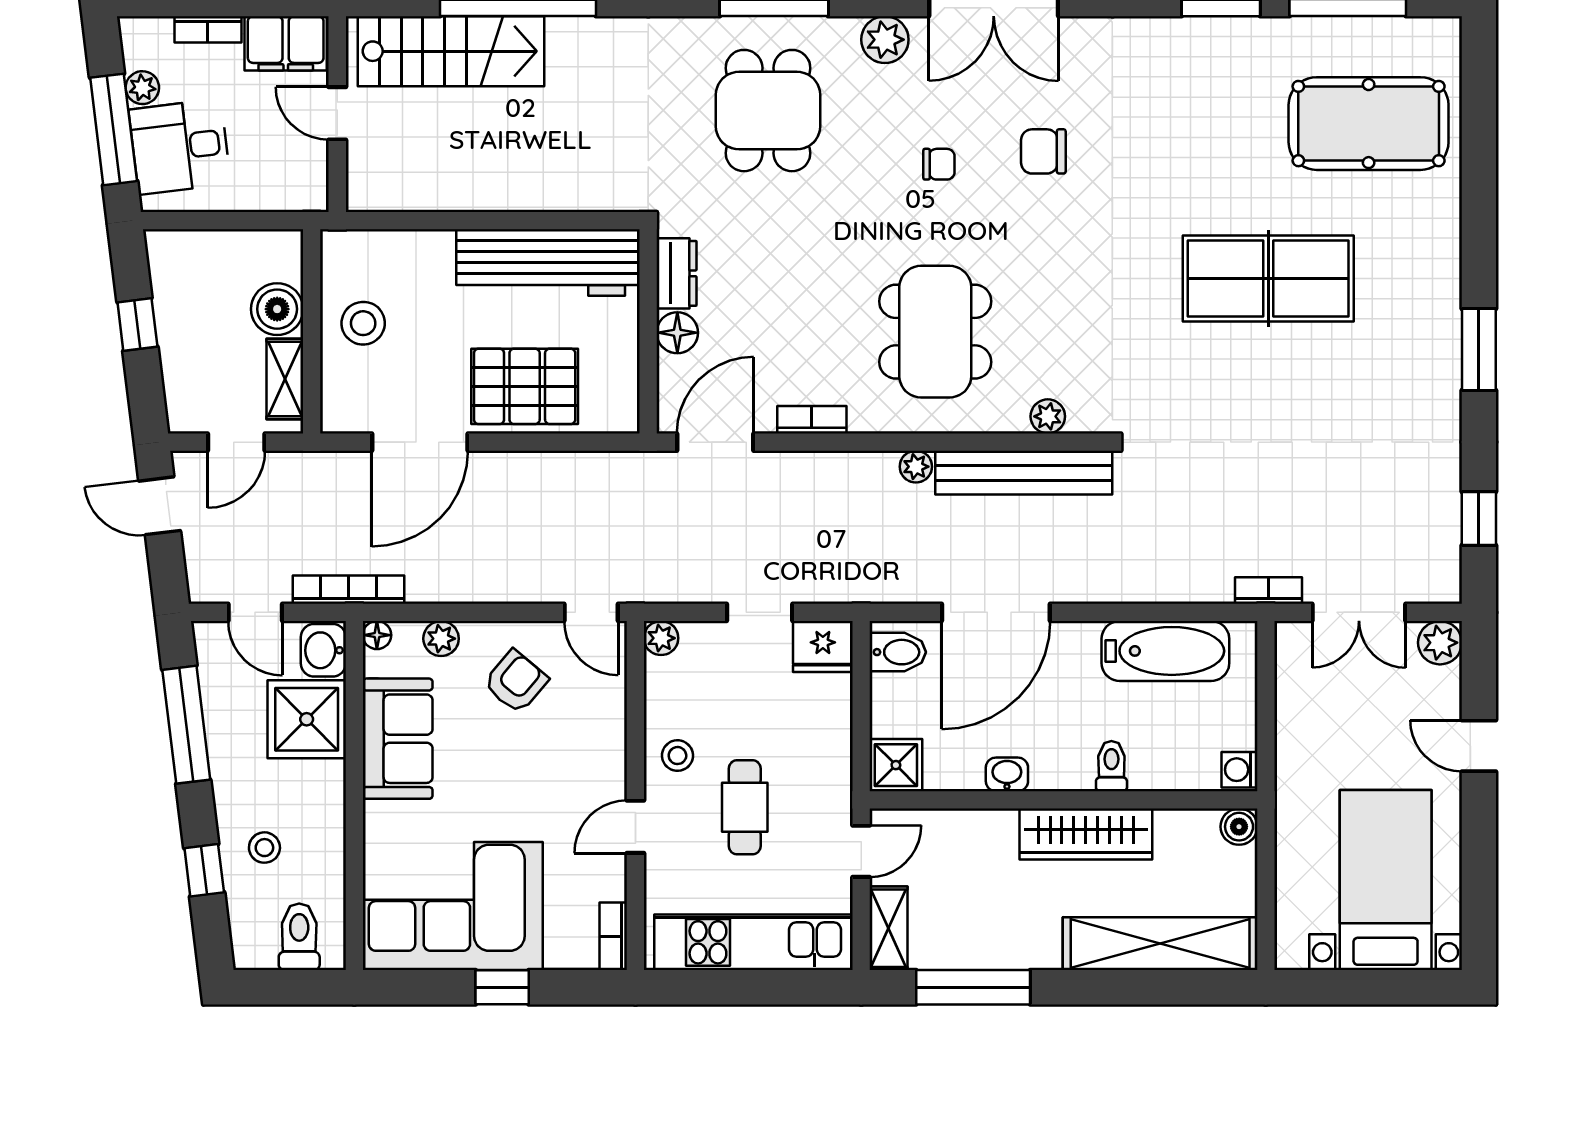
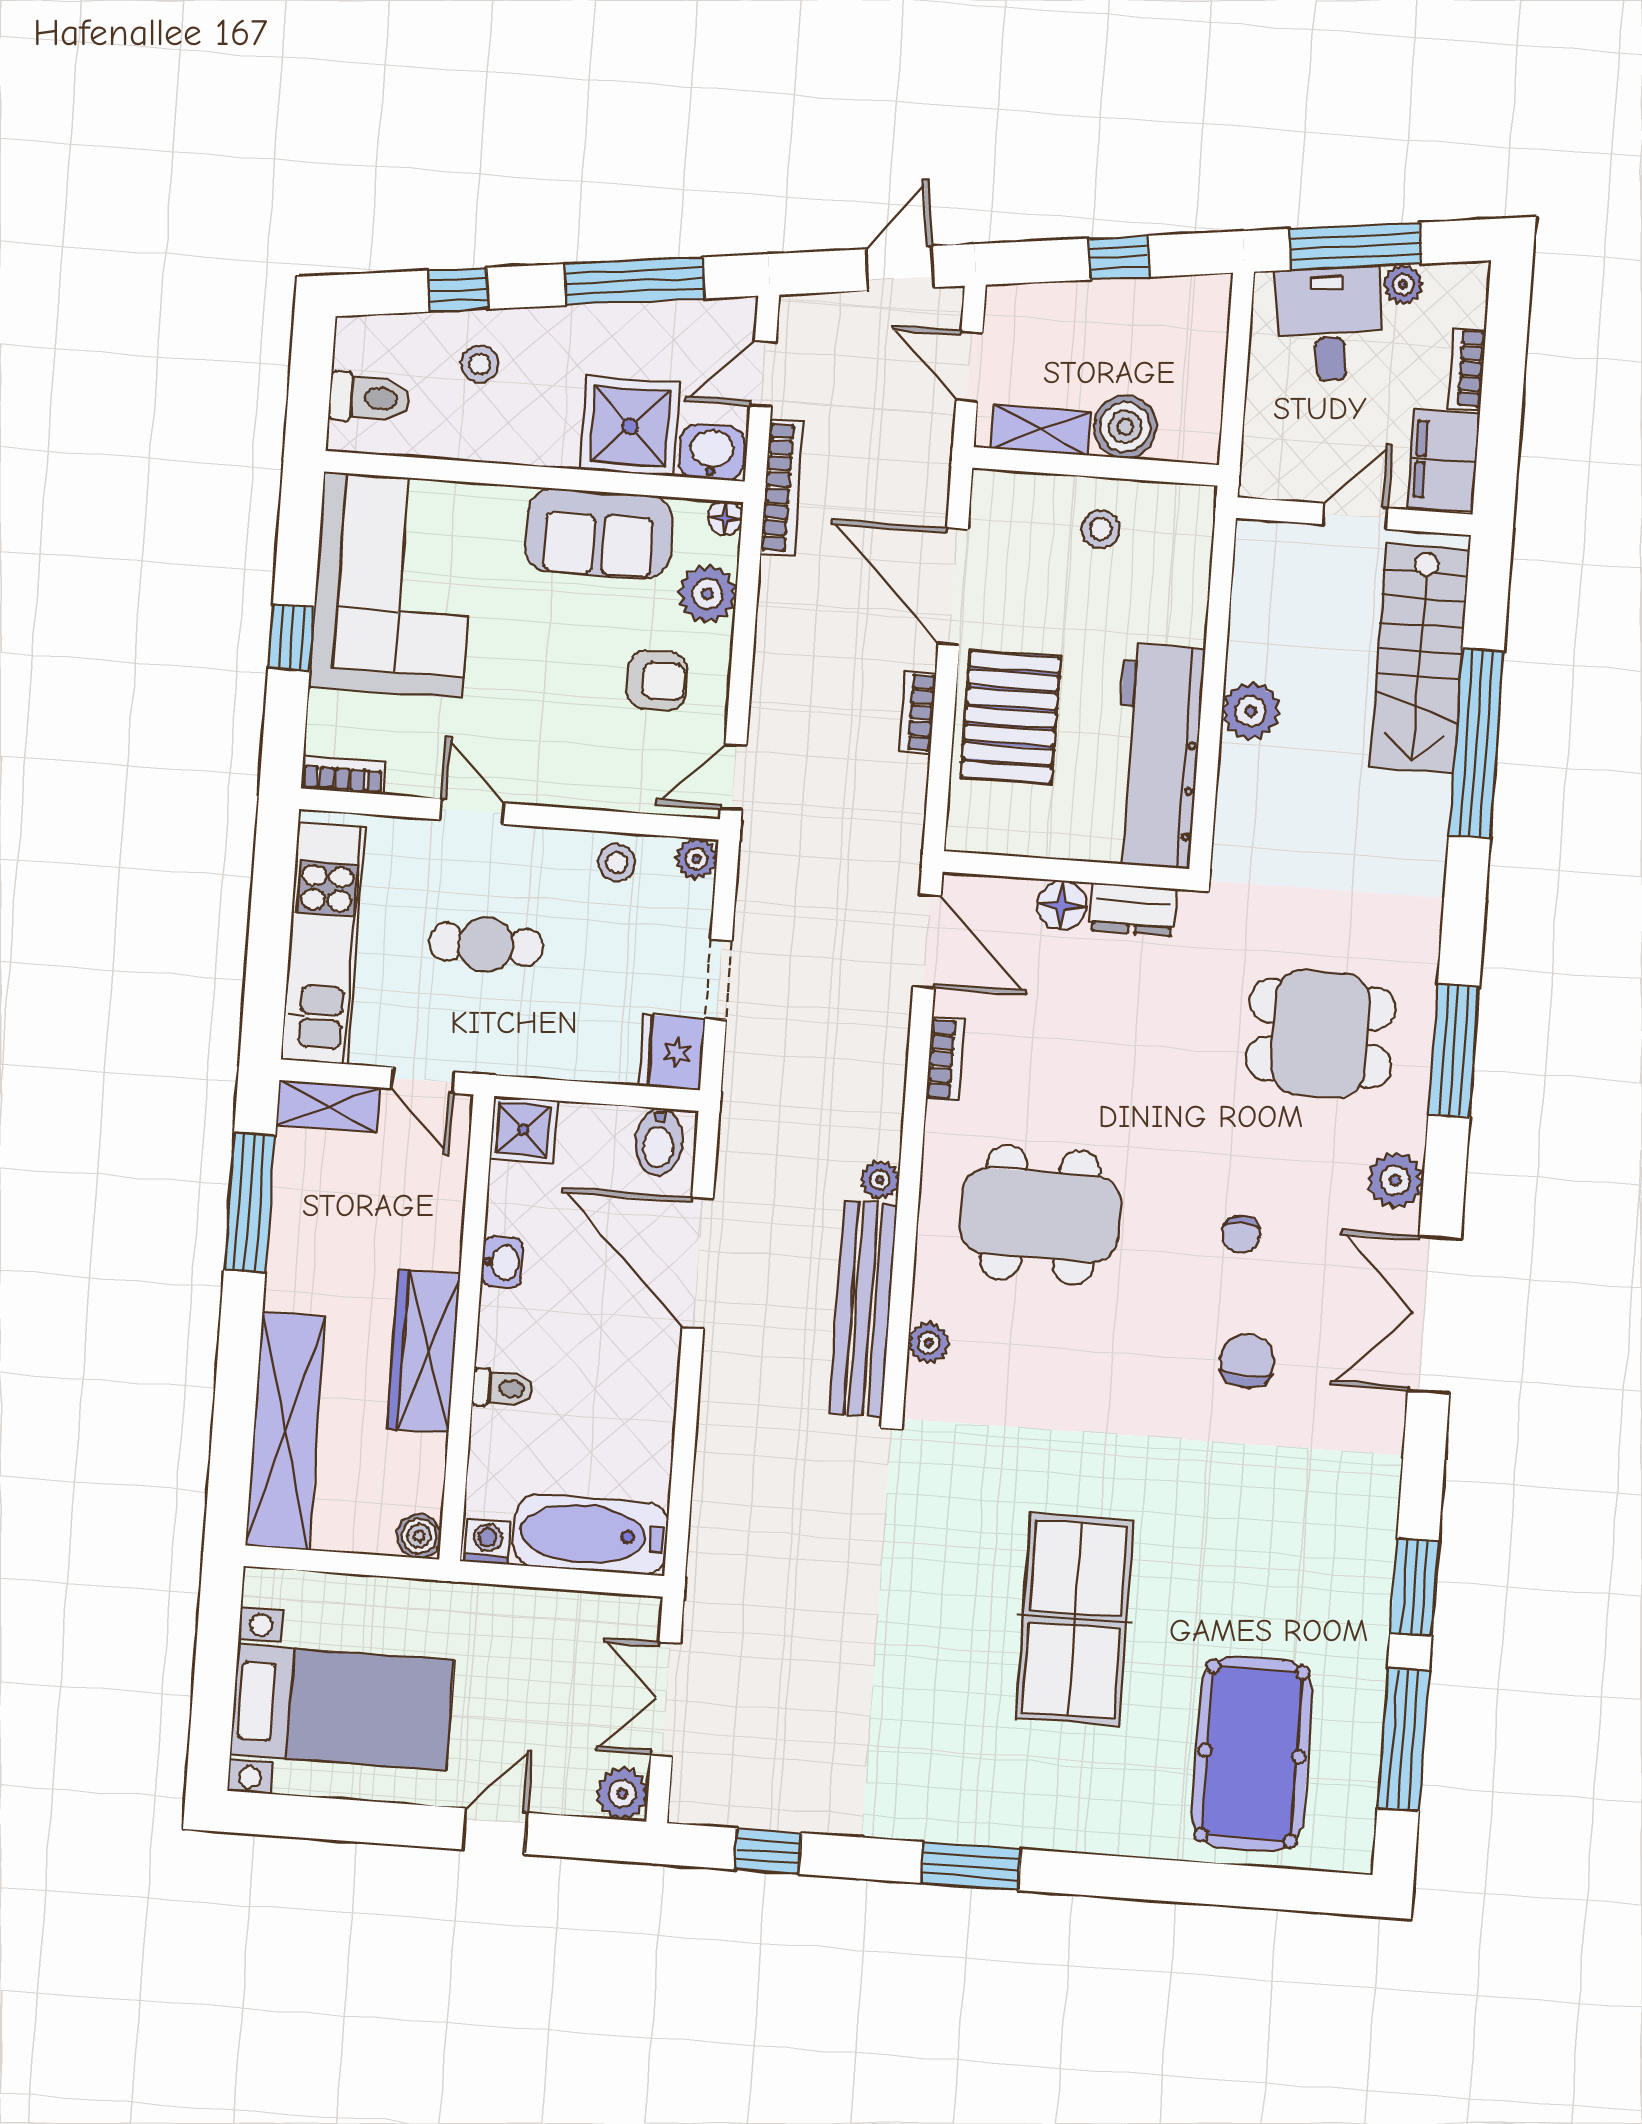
plant: (505, 188) -> (1251, 711), added
stool: (363, 323) -> (1101, 529), width x0.73, depth x0.73
bookcase: (1269, 591) -> (917, 712), moved, turned 180
plant: (441, 639) -> (707, 594), width x1.38, depth x1.38
bathtub: (1165, 651) -> (591, 1535), moved, turned 90
armchair: (516, 682) -> (657, 681), turned -40
stool: (677, 756) -> (617, 863), moved

